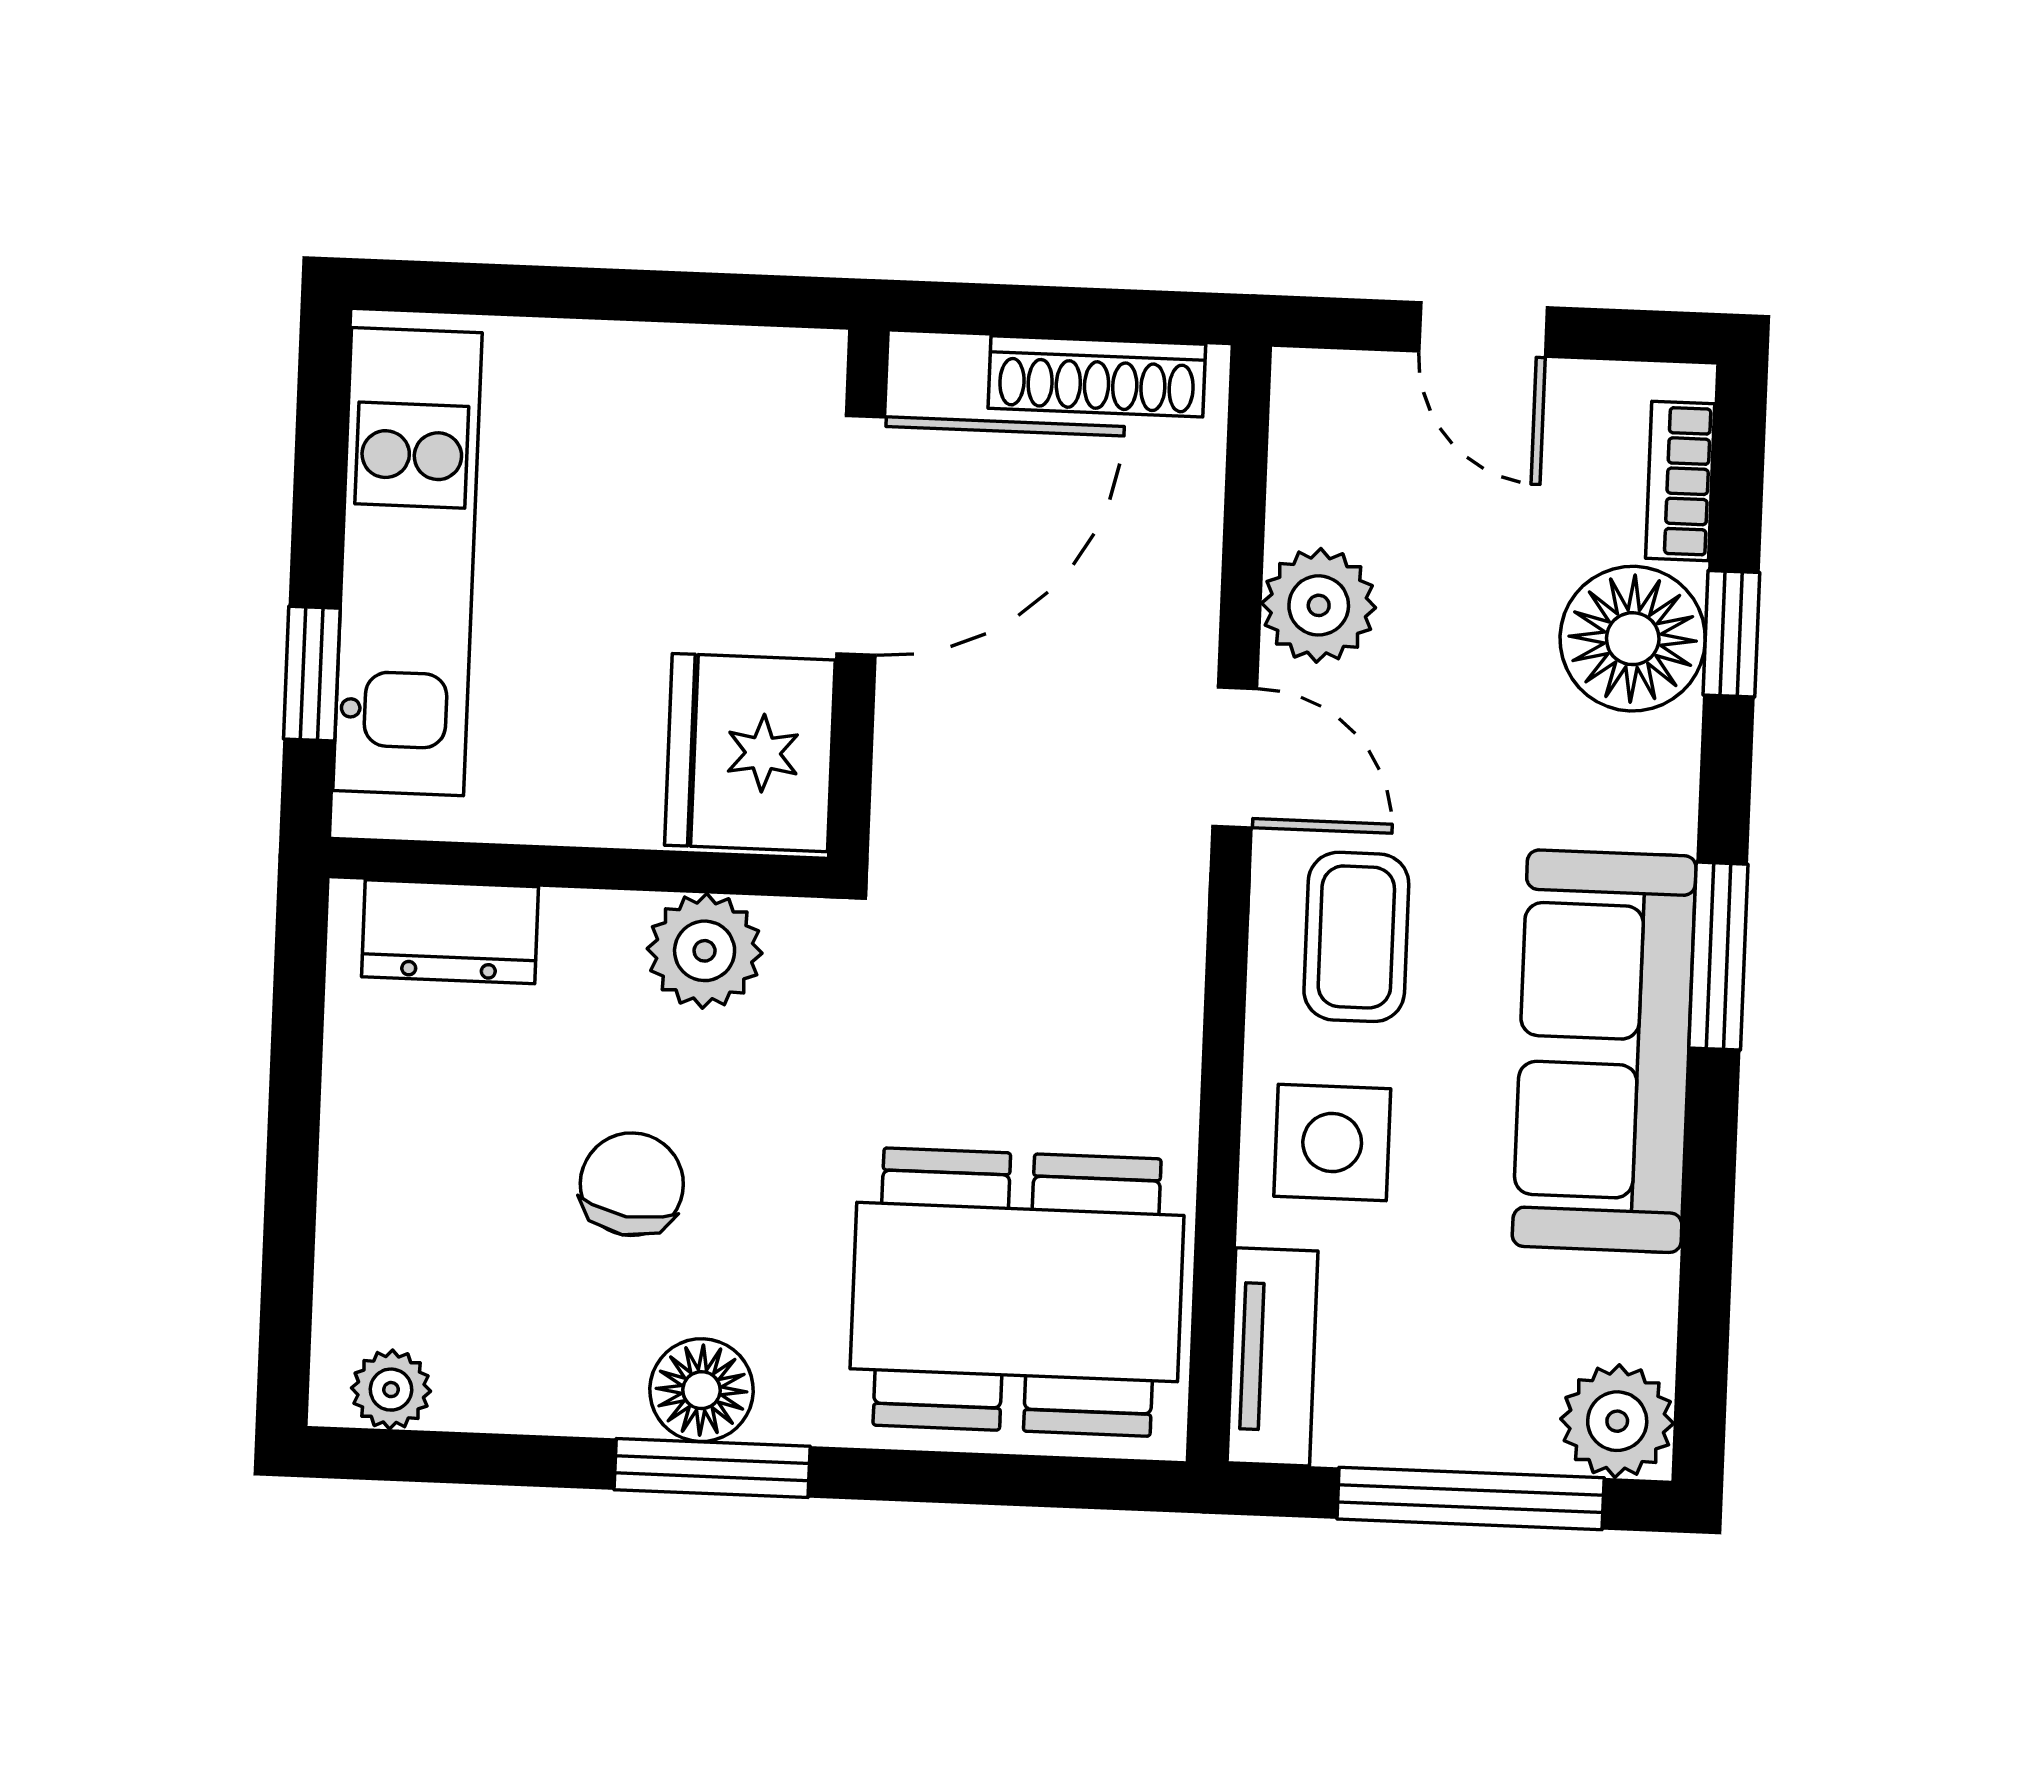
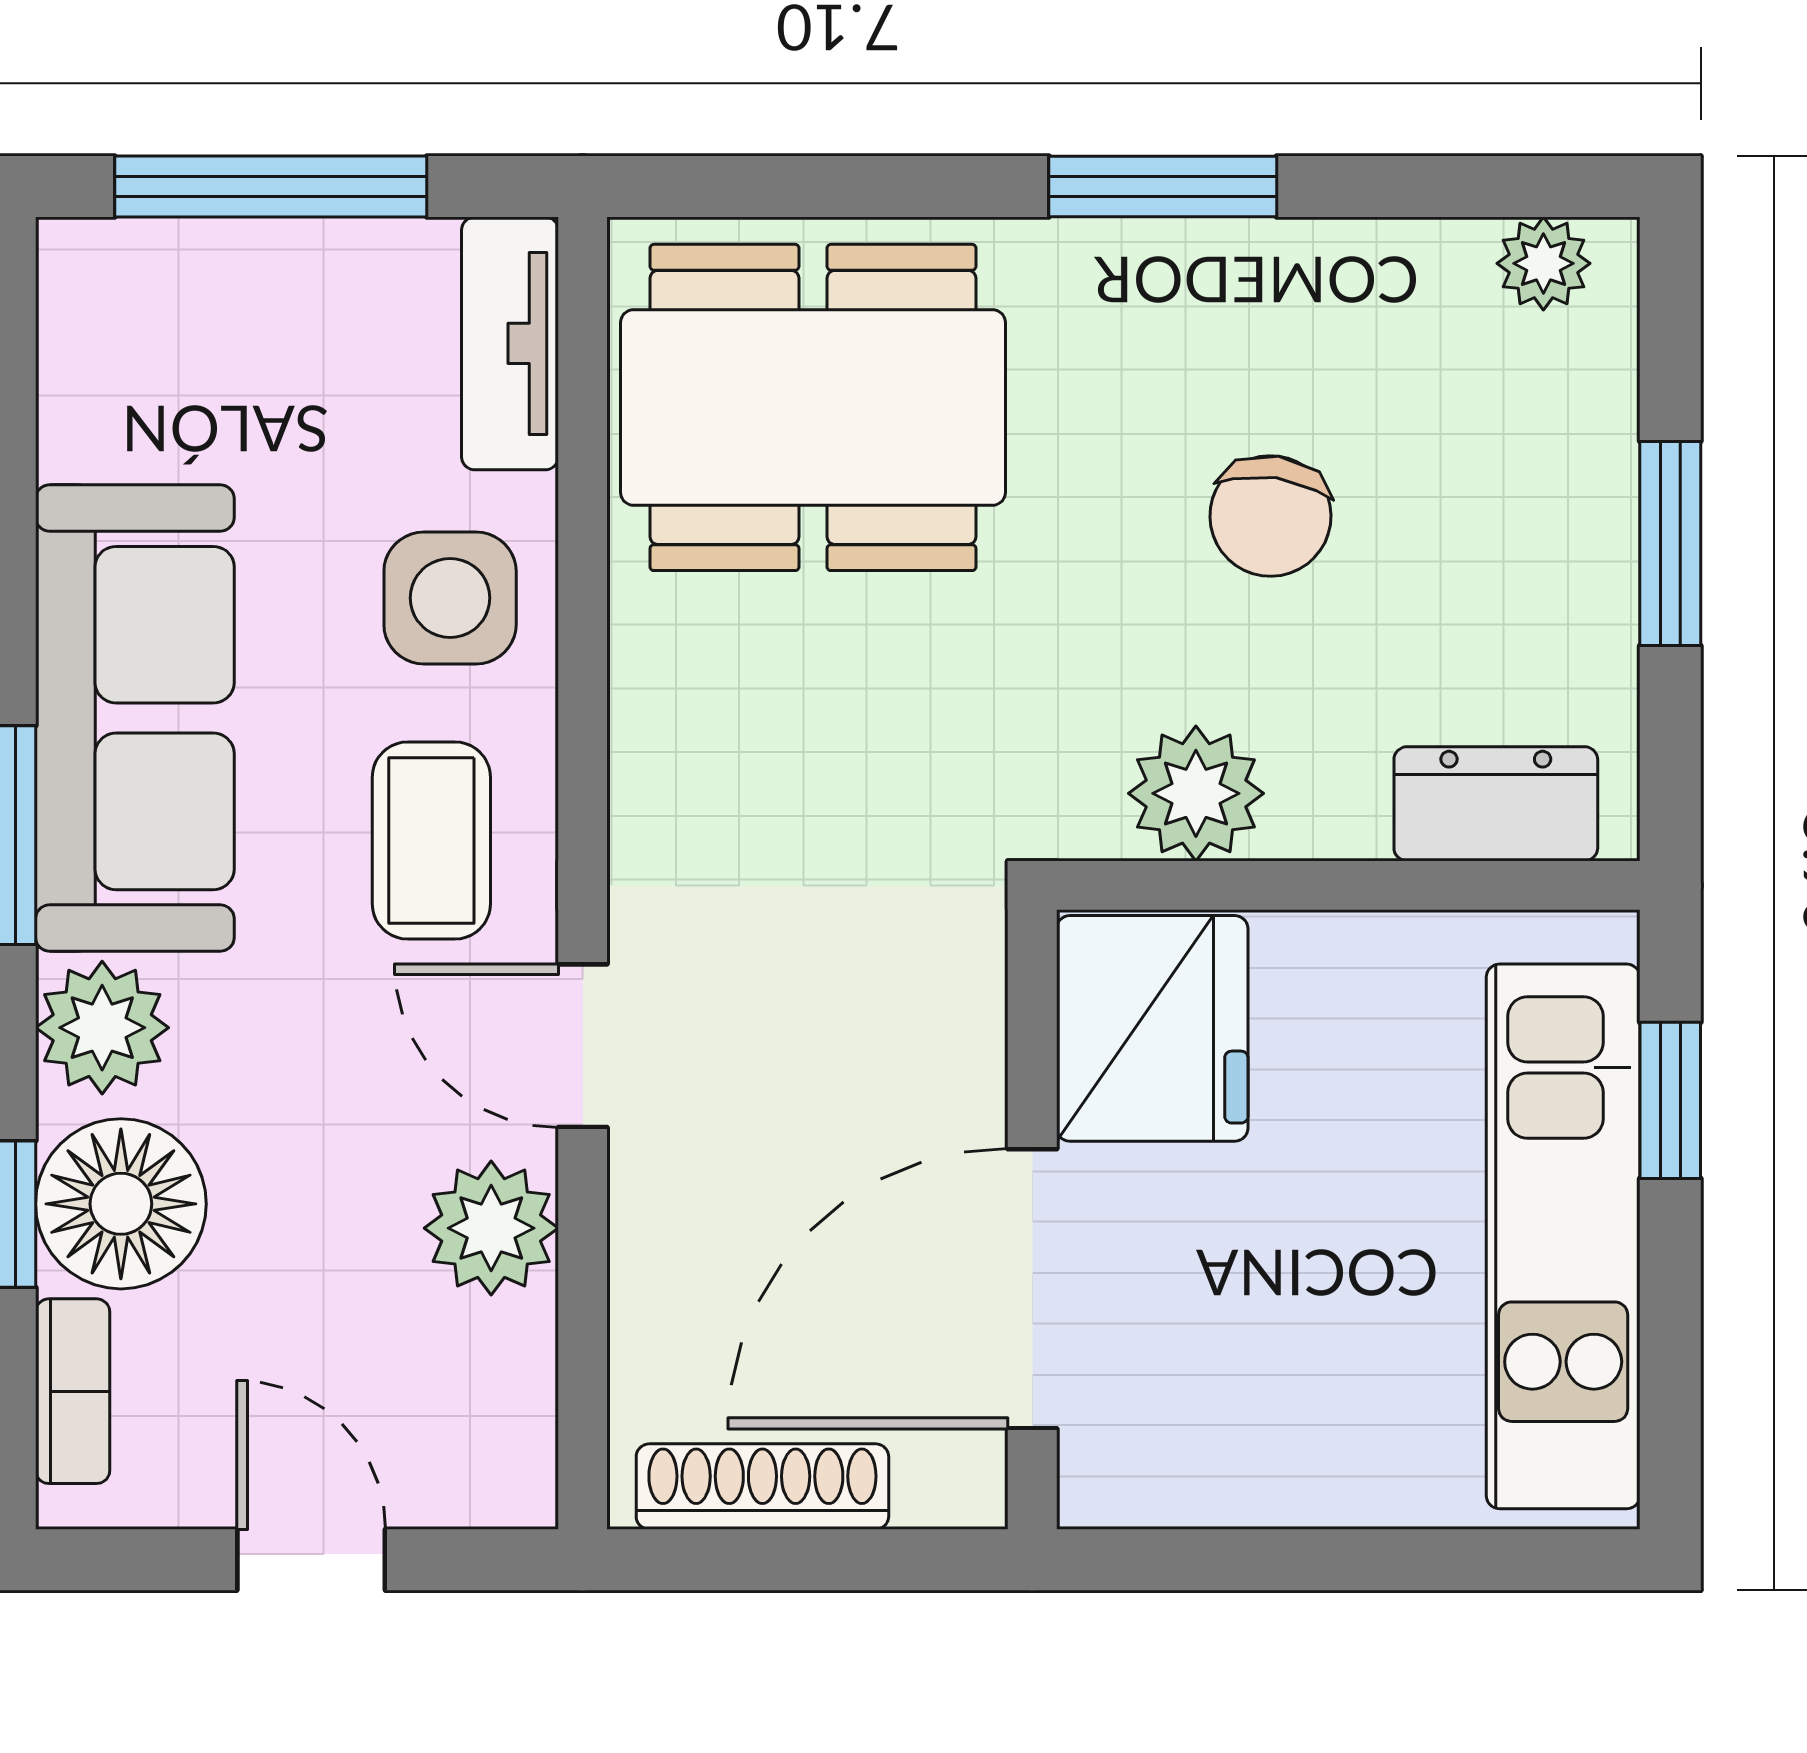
window: (293, 1147) -> (1670, 543), added
floor lamp: (701, 1390) -> (1179, 277), removed
plant: (1617, 1421) -> (102, 1028), moved

